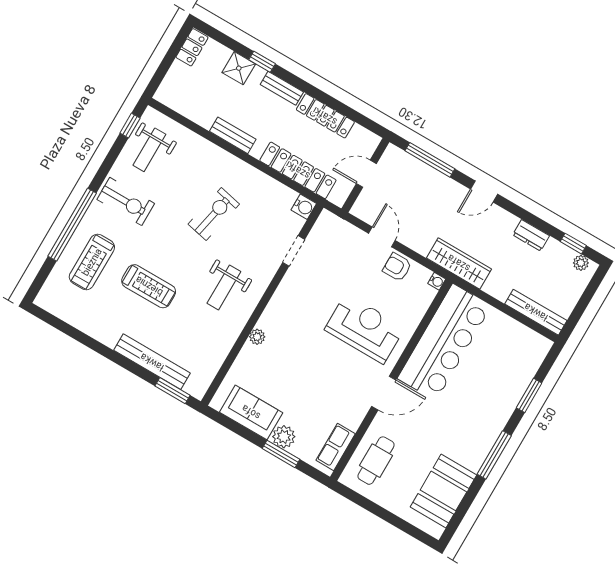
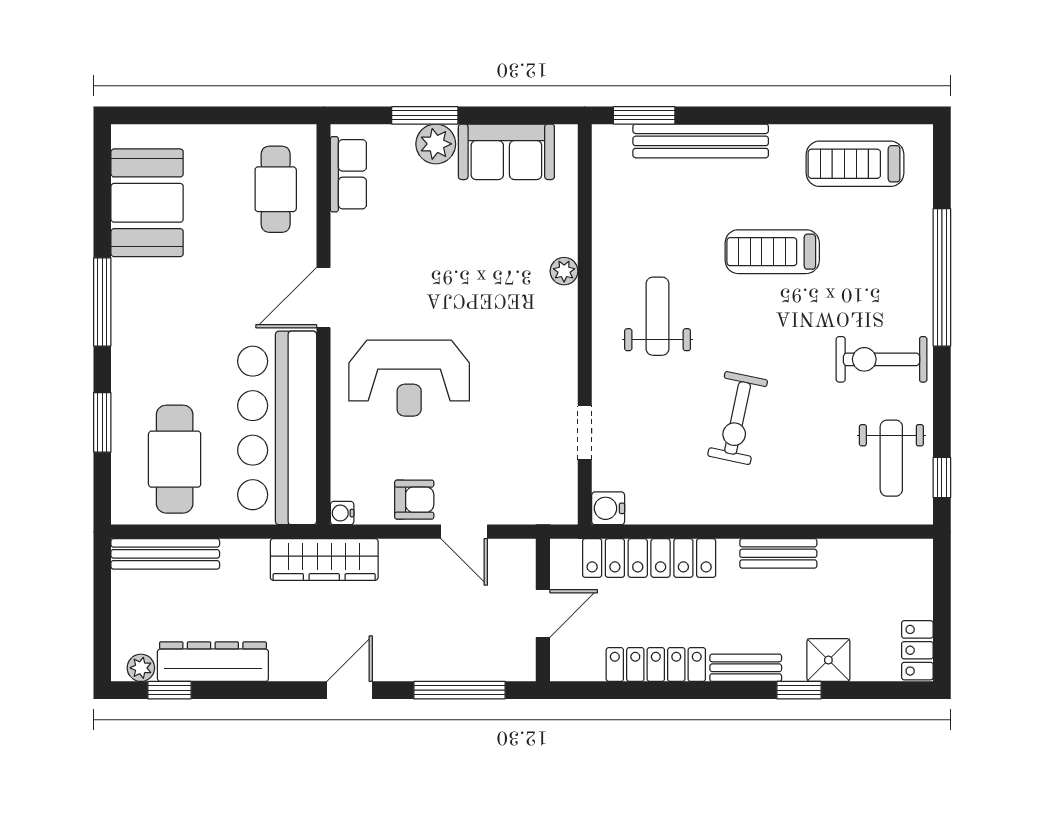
weight bench: (149, 150) -> (891, 458), turned 180
dresser: (531, 235) -> (213, 662), width x1.96, depth x1.24
treadmill: (92, 262) -> (855, 164), moved, turned -90
cafe table: (504, 356) -> (175, 459), added

